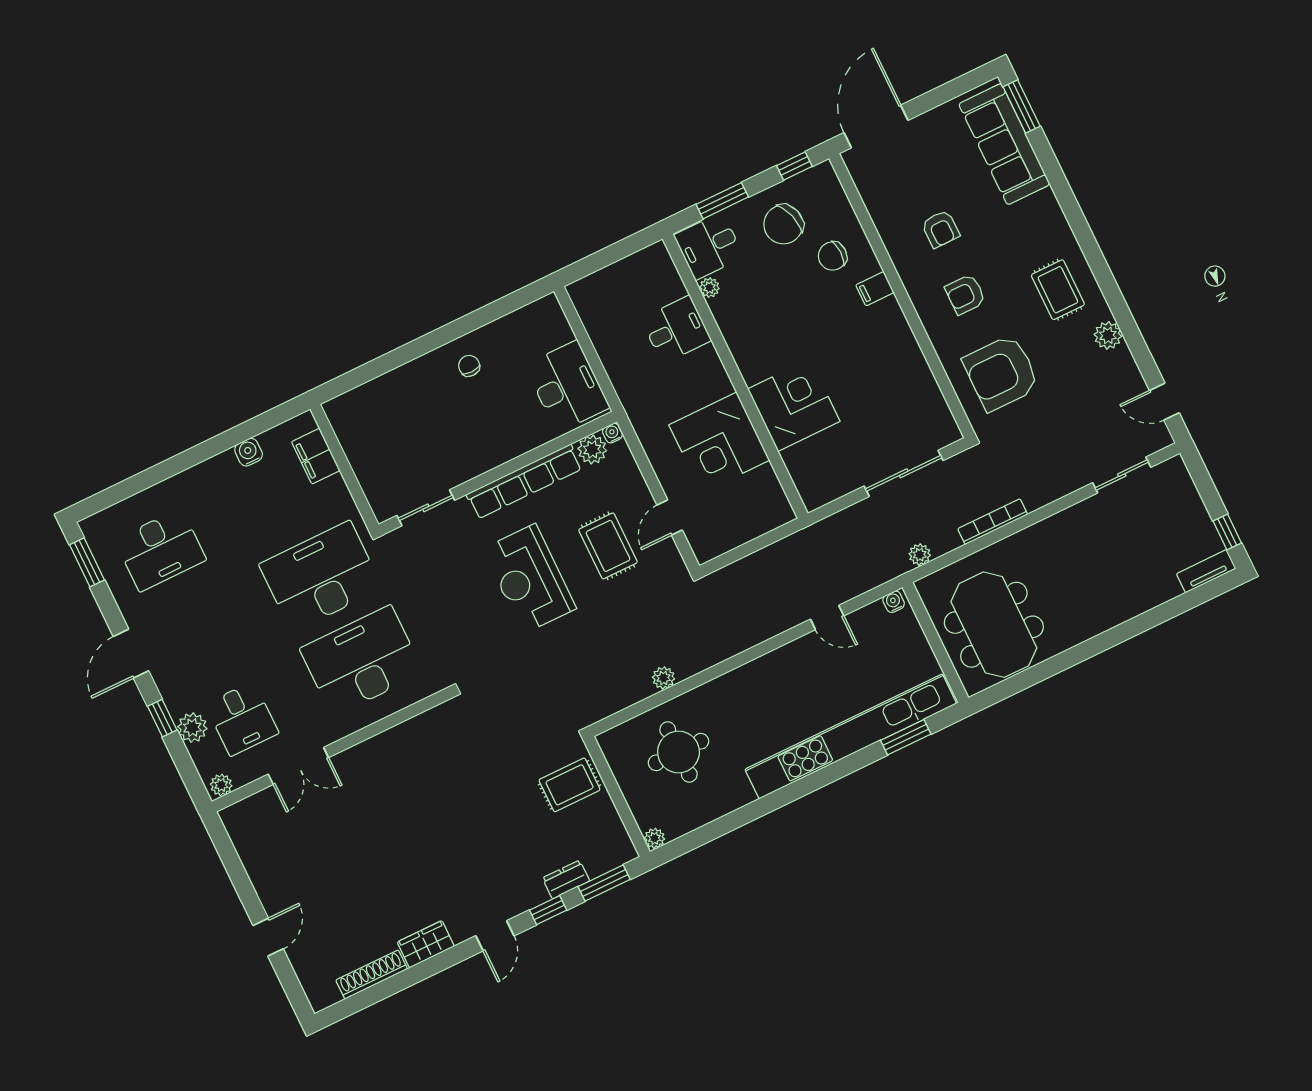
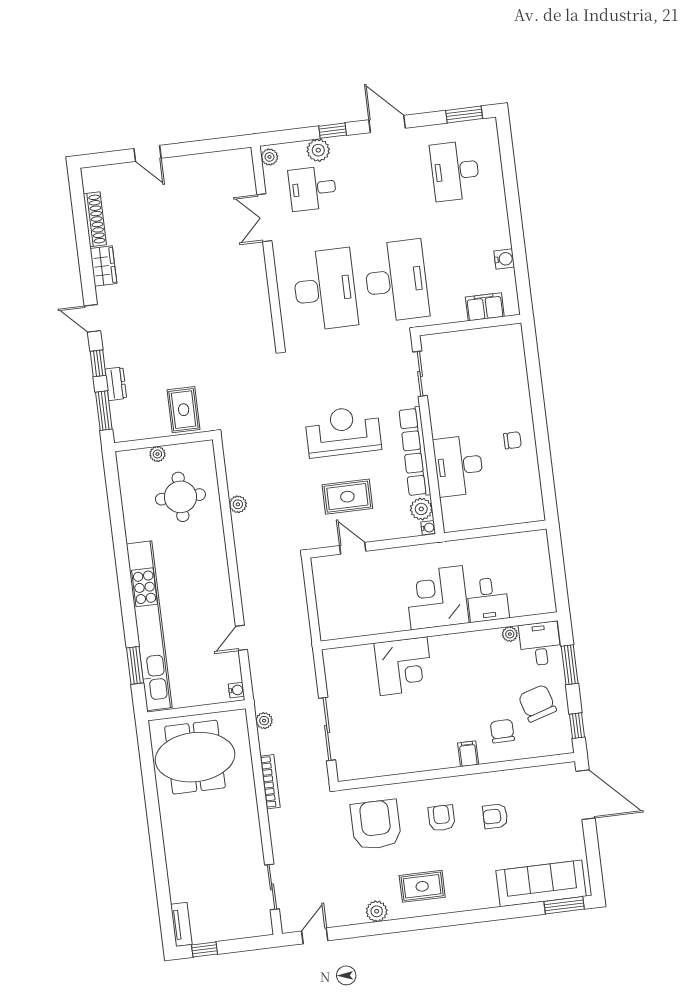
desk: (567, 386) -> (459, 466), moved, turned 90
corner desk: (719, 443) -> (437, 598), moved
plant: (655, 838) -> (157, 454), moved

